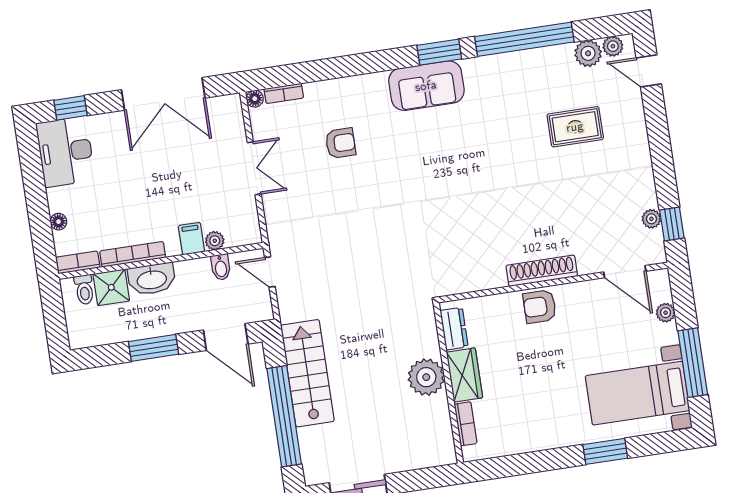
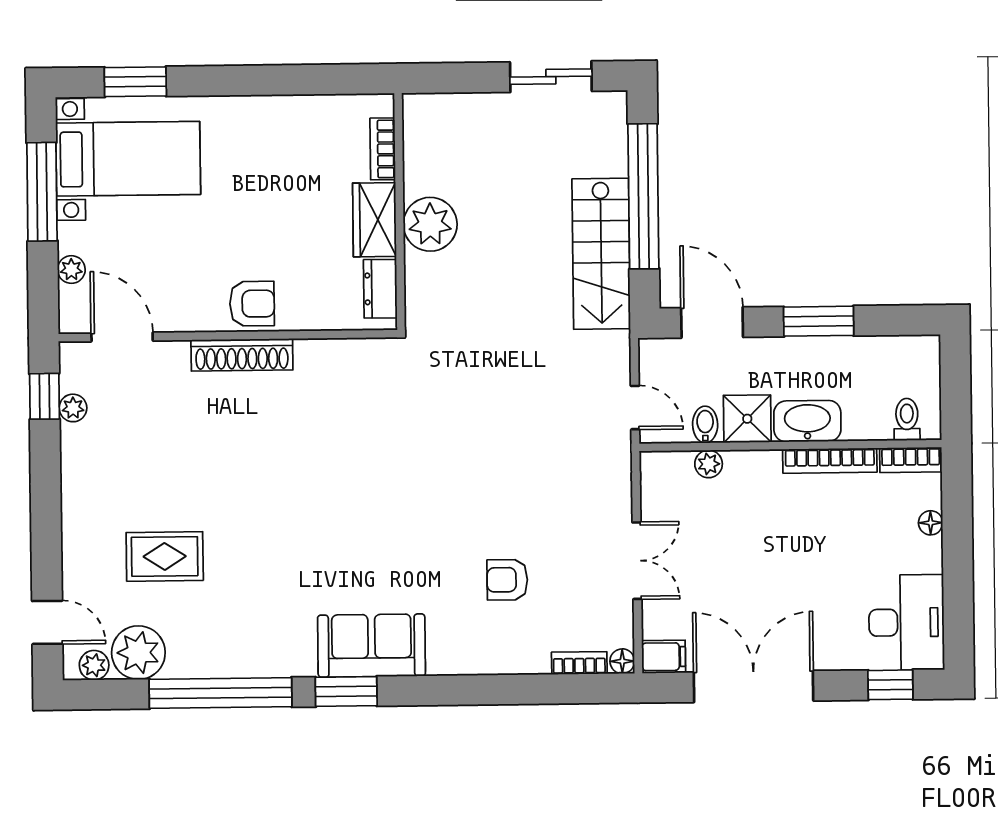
plant: (588, 53) -> (138, 653), width x1.36, depth x1.36
double door: (254, 168) -> (637, 561), swing flipped
filing cabinet: (191, 239) -> (664, 657), moved, turned -90
shower: (111, 287) -> (747, 419), moved
window: (605, 451) -> (135, 82), moved

